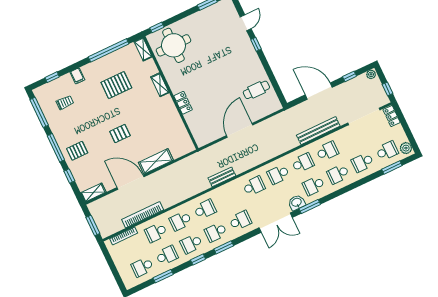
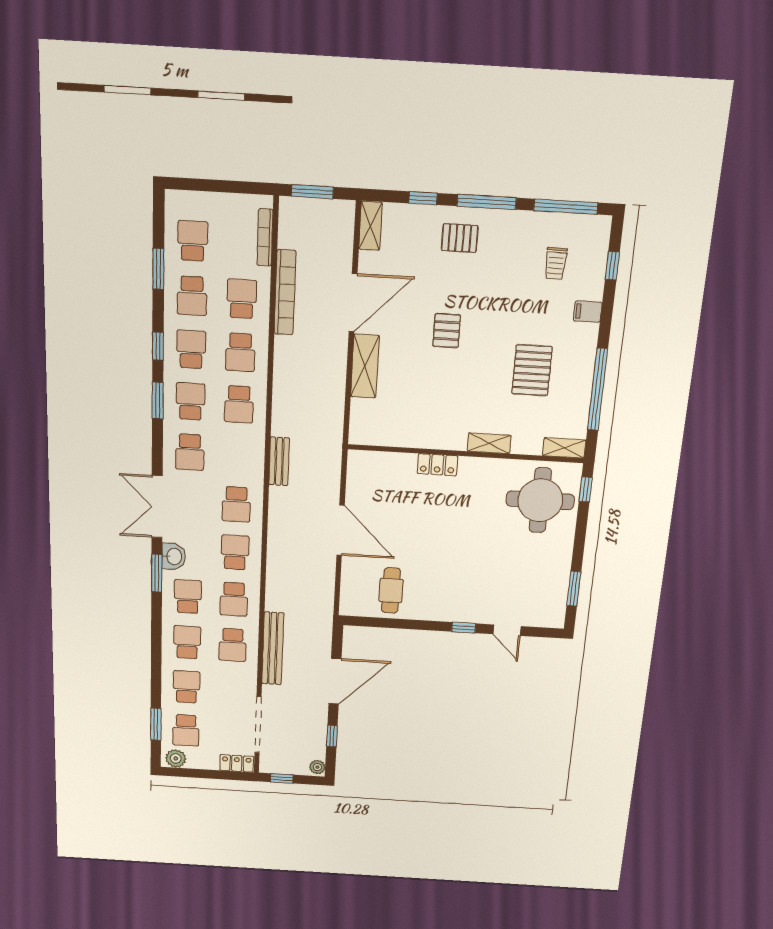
pallet: (77, 151) -> (460, 238), turned 90
school desk: (180, 221) -> (240, 352), turned 180

